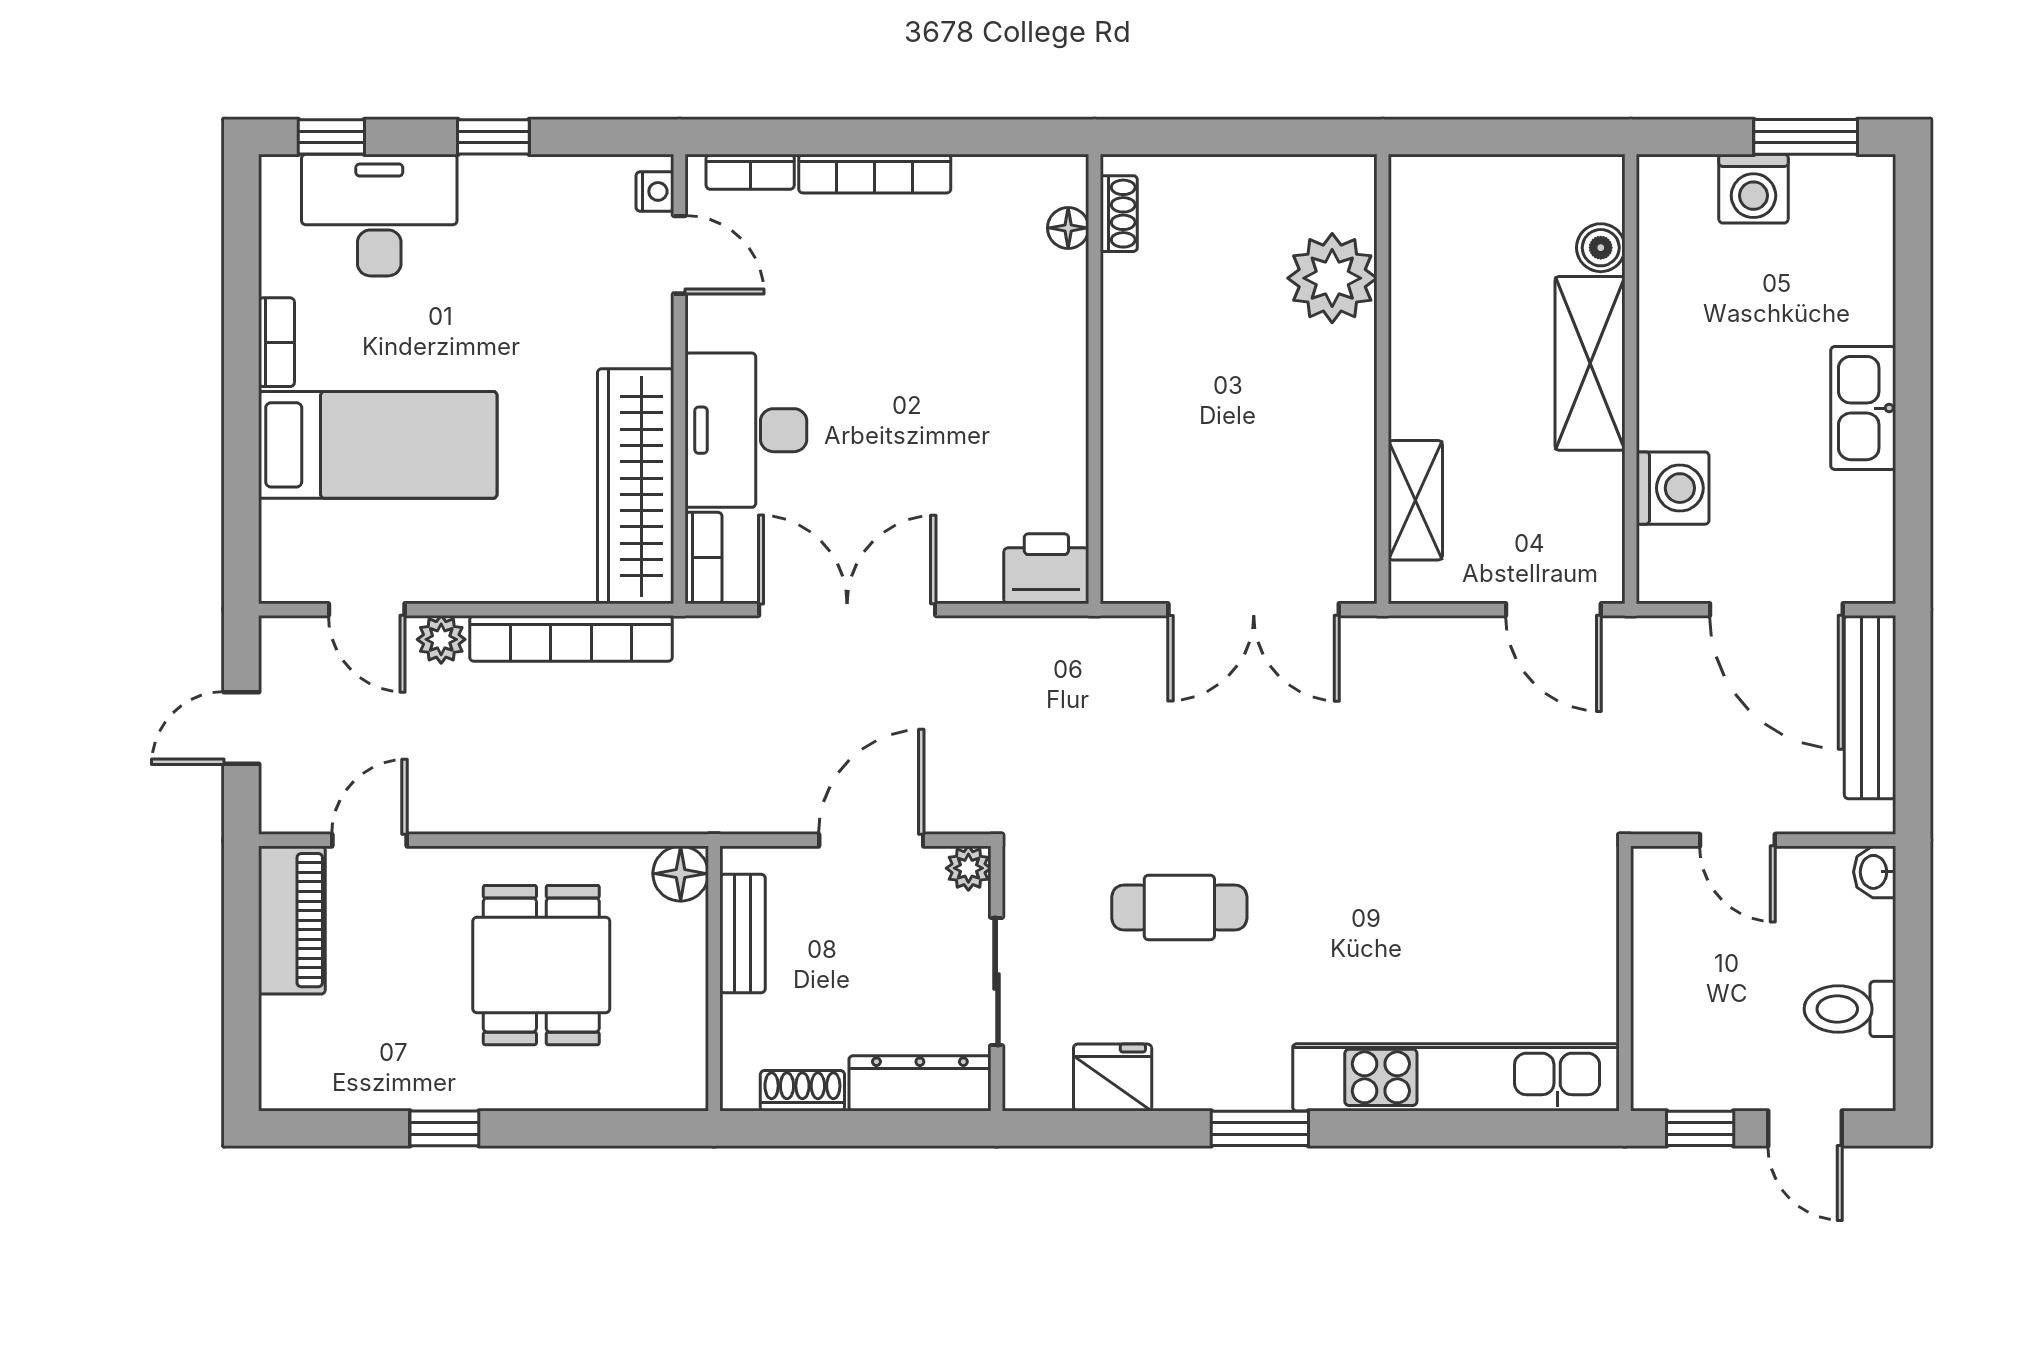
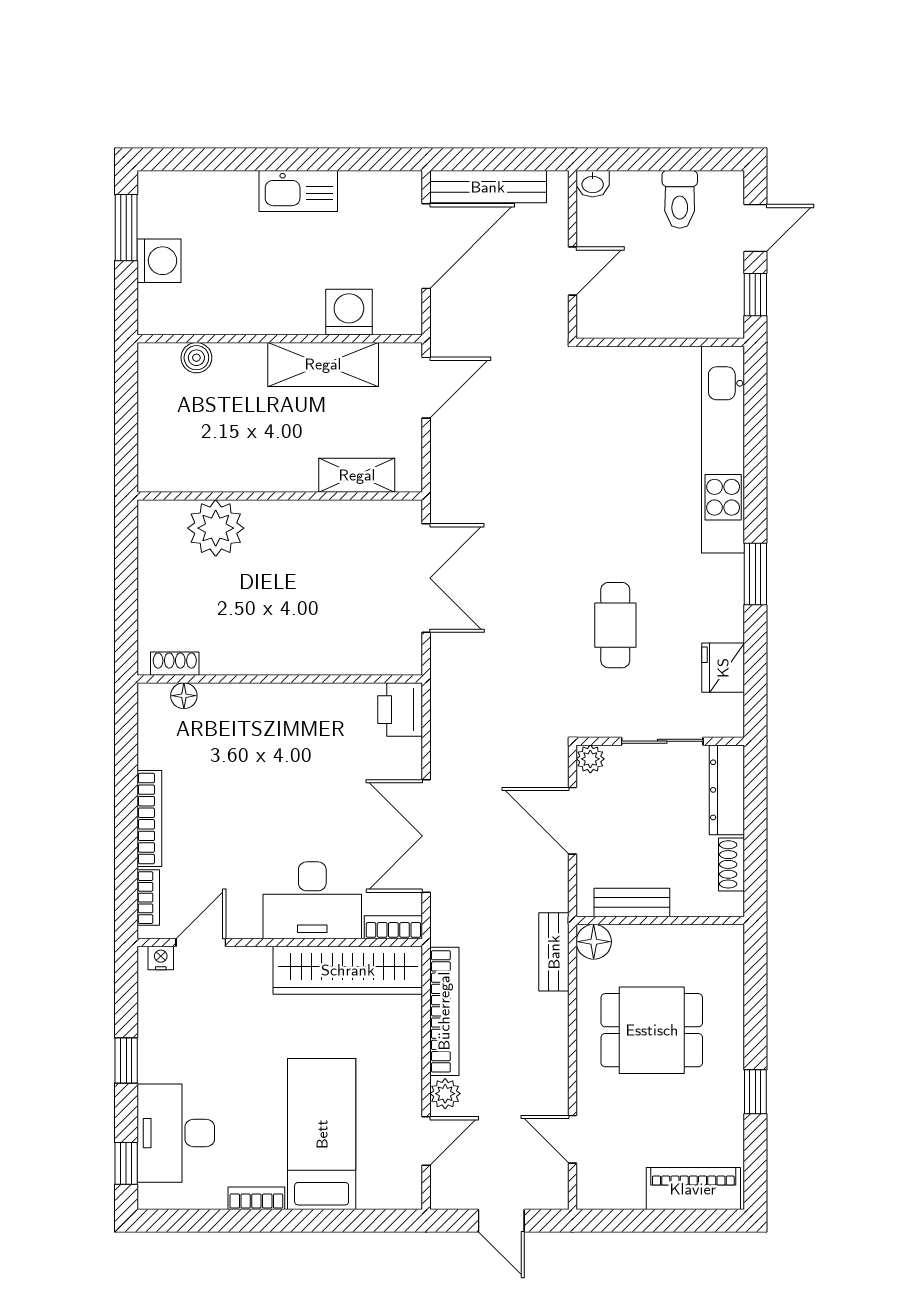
shelving: (1590, 363) -> (323, 364), moved
bench: (665, 811) -> (554, 952), added
piano: (292, 920) -> (693, 1189), moved

